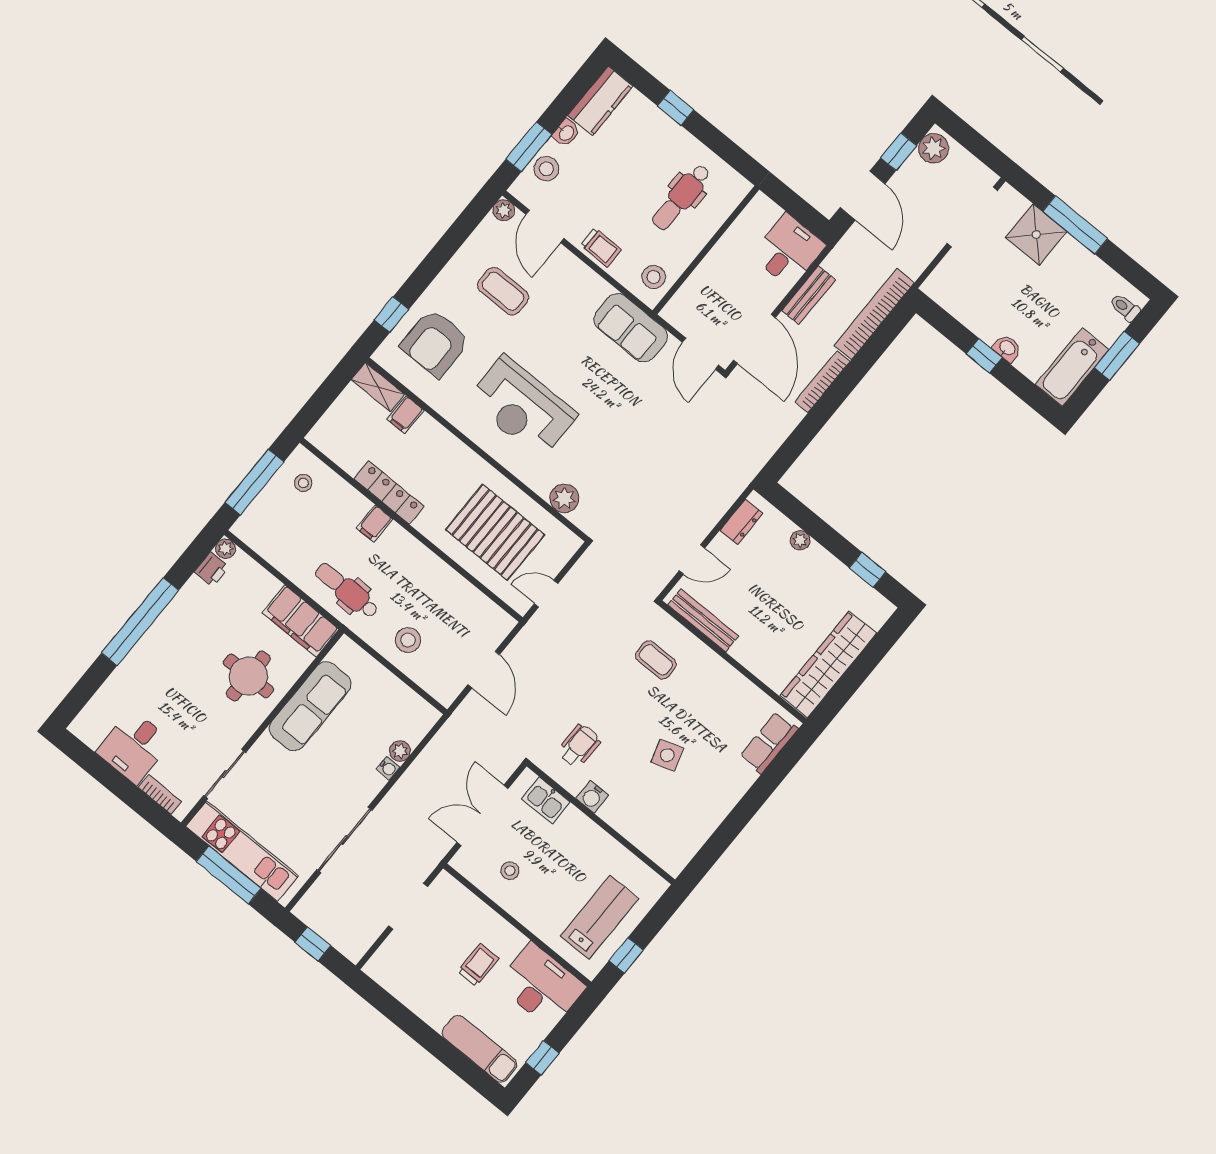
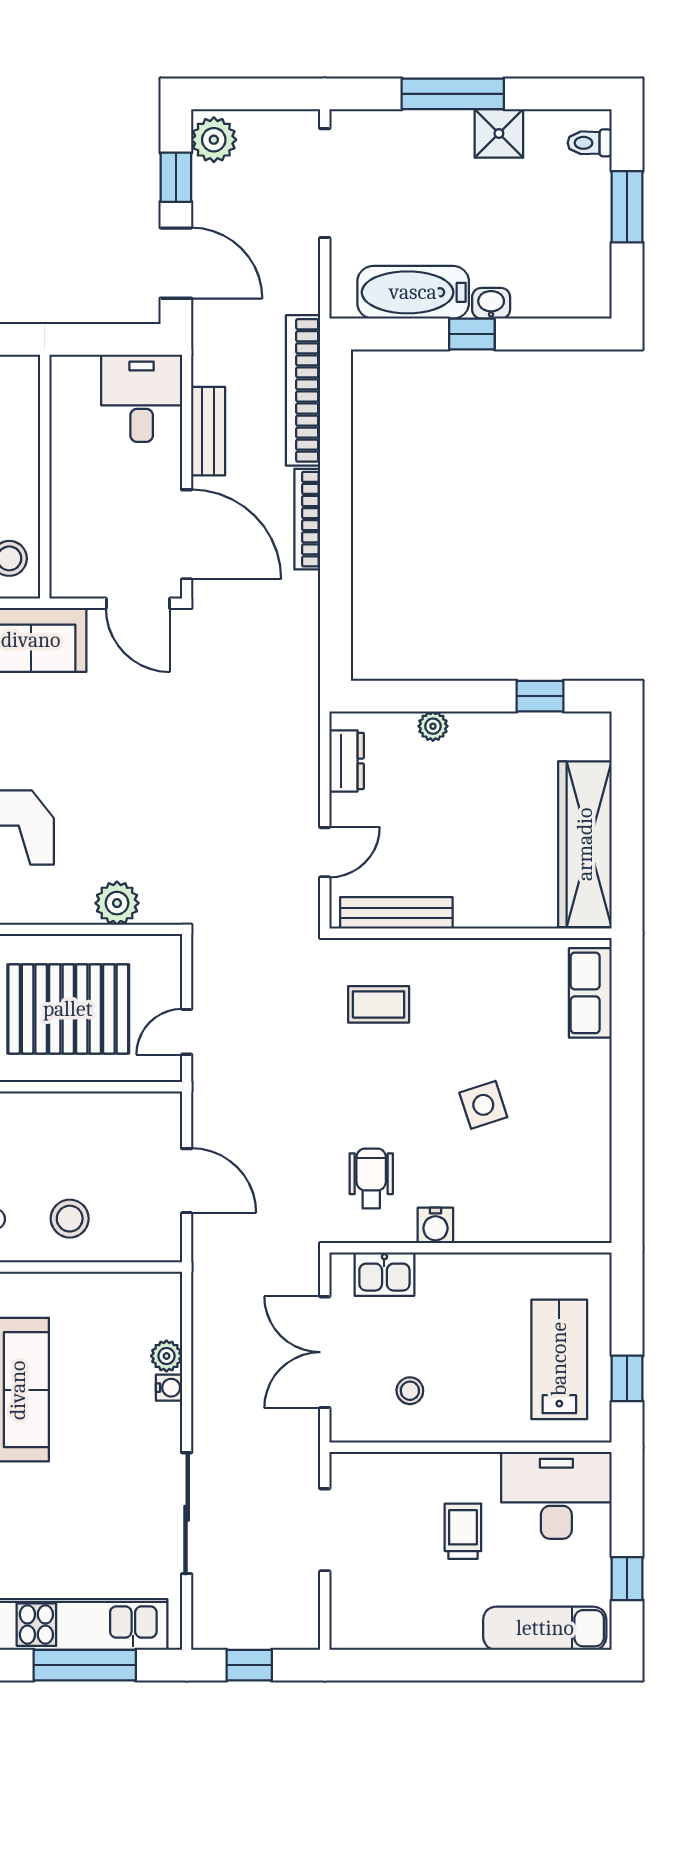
shower: (1036, 235) -> (499, 133), moved, width x0.73, depth x0.73
bathtub: (1072, 367) -> (413, 292), moved, turned 90

